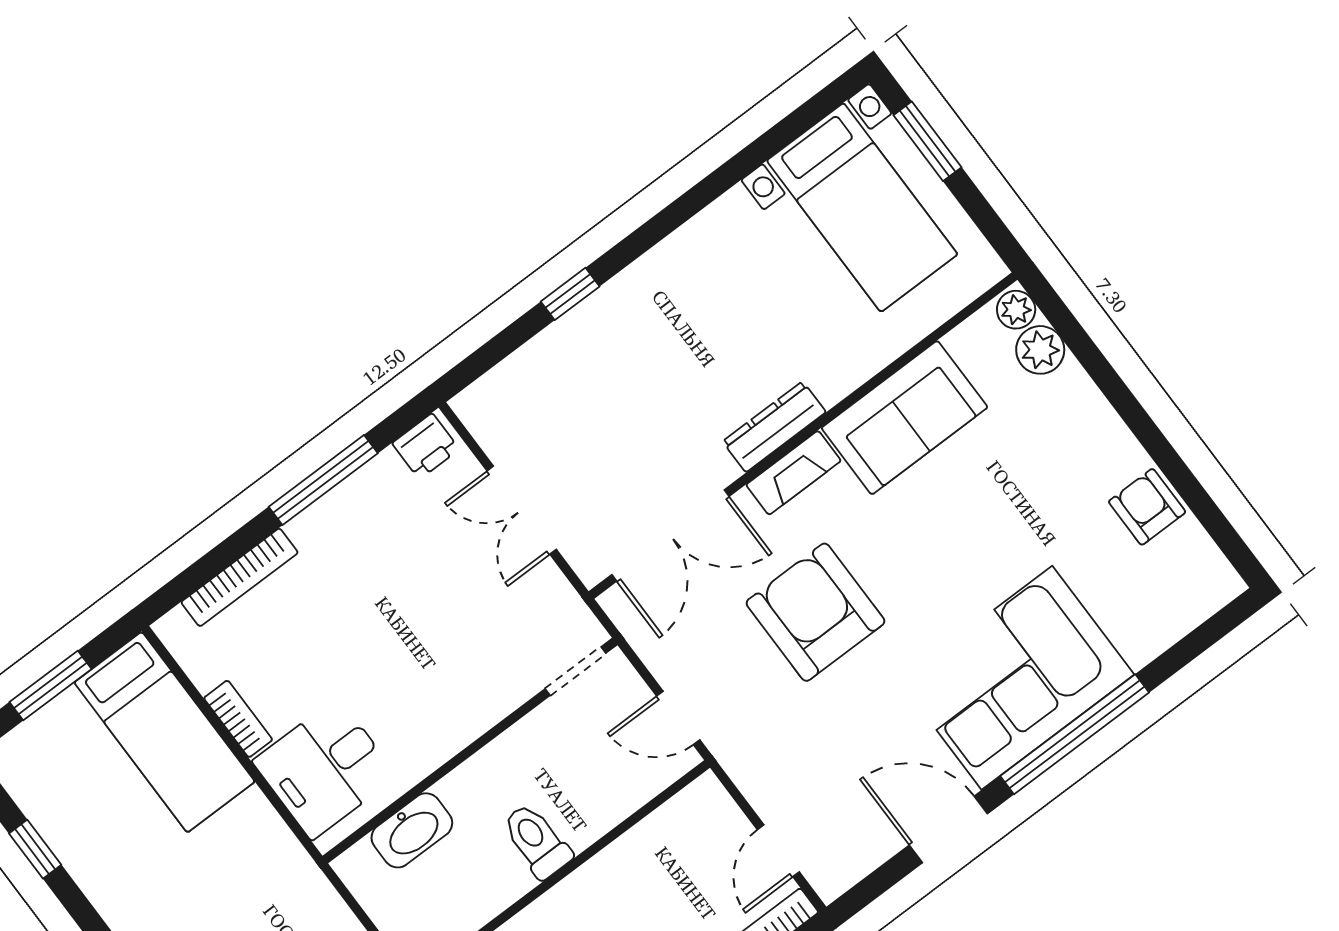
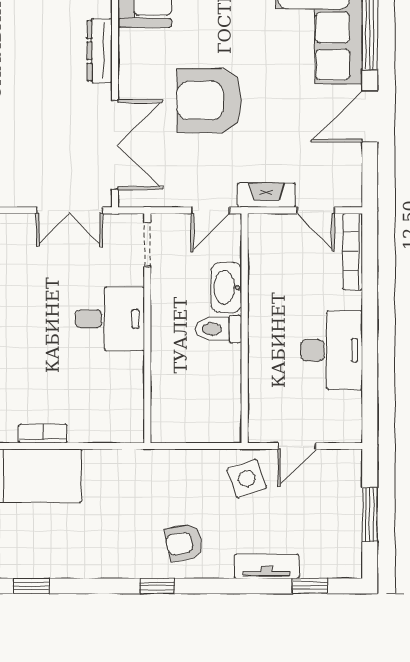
fireplace: (794, 473) -> (266, 195), moved, turned -90
double door: (522, 510) -> (70, 210), moved
desk: (325, 769) -> (110, 319), moved, turned -90
washbasin: (412, 830) -> (226, 288), moved, turned 180

